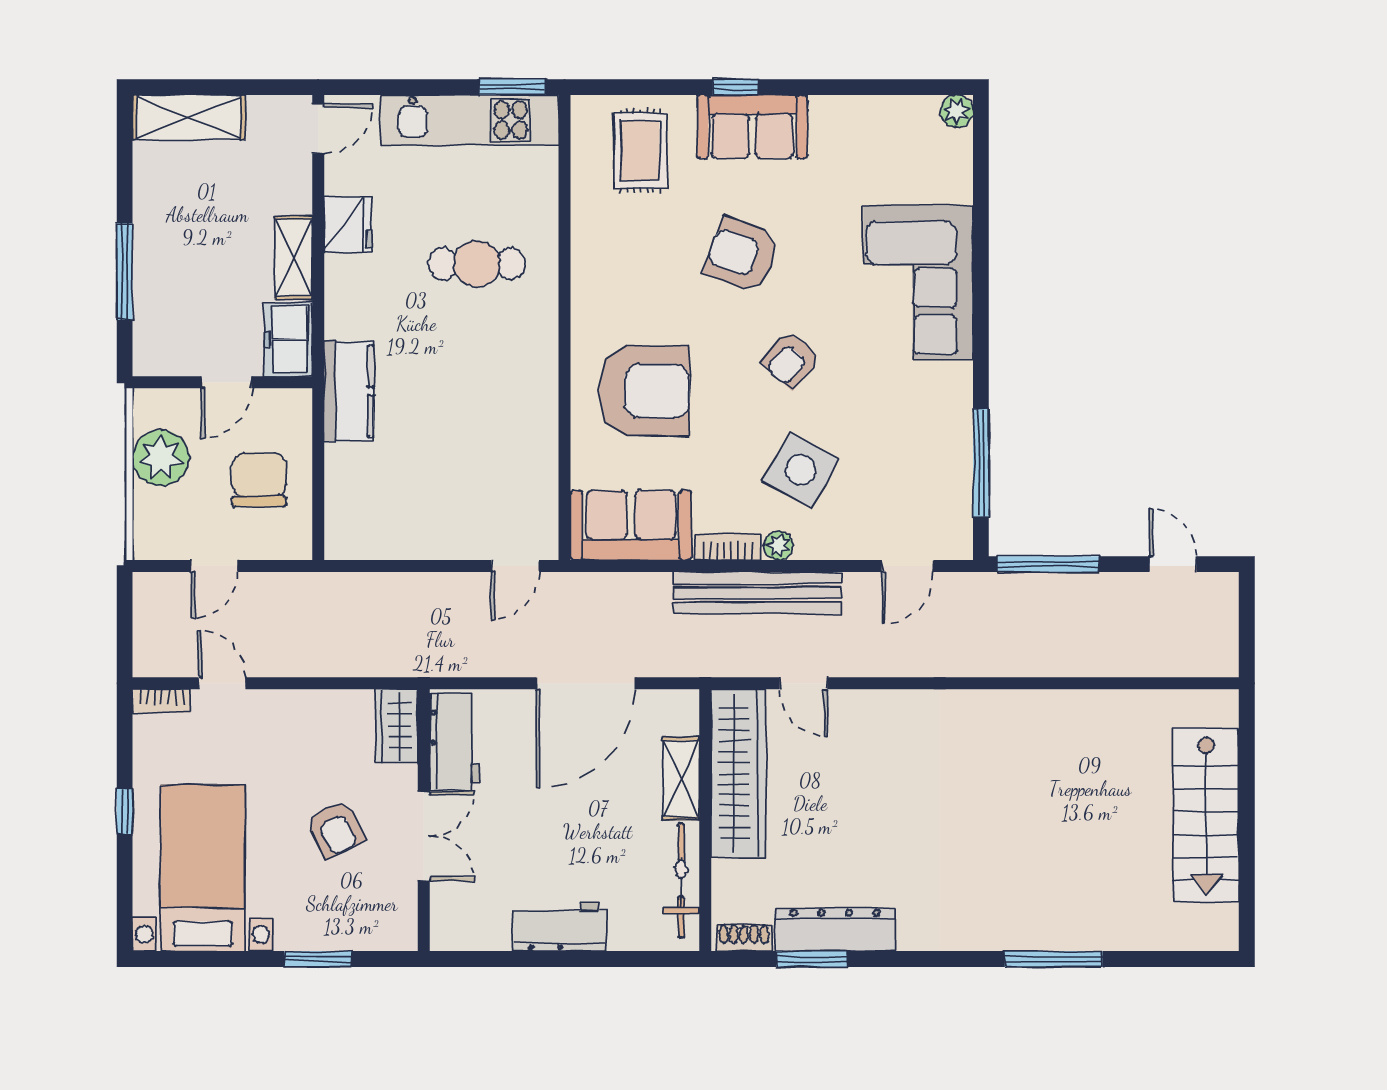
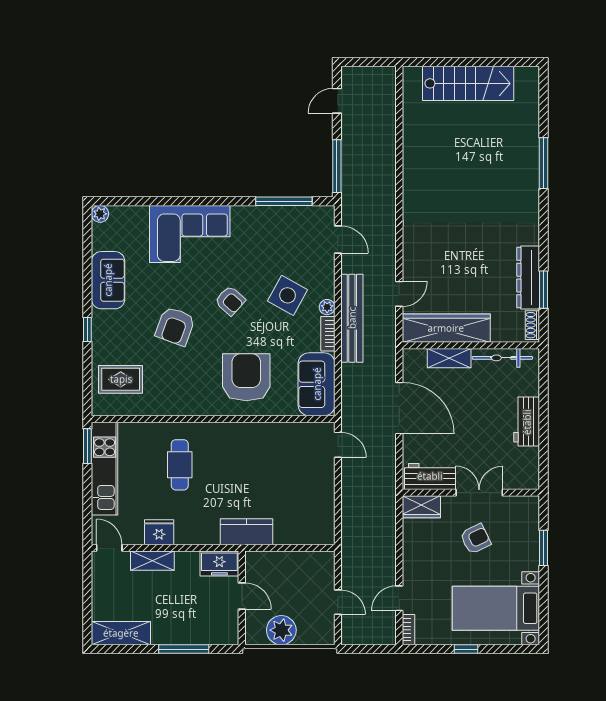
shelving: (189, 117) -> (121, 633), moved, turned 90
sofa: (752, 127) -> (108, 280), moved
shelving: (294, 258) -> (152, 561), moved
chair: (259, 480) -> (293, 579), removed

